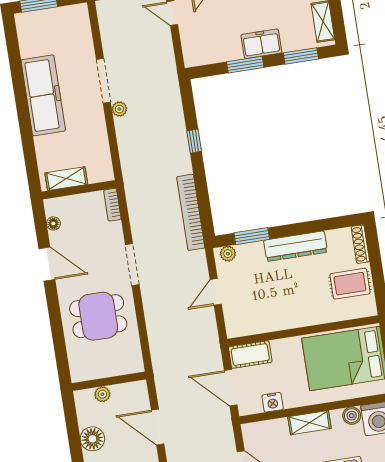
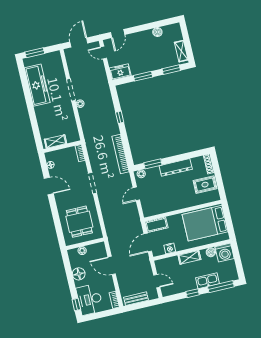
freezer: (261, 44) -> (120, 72), moved
freezer: (43, 95) -> (37, 85), moved
dining table: (98, 316) -> (79, 222), moved, turned 90
door: (231, 388) -> (148, 243), hinge flipped

